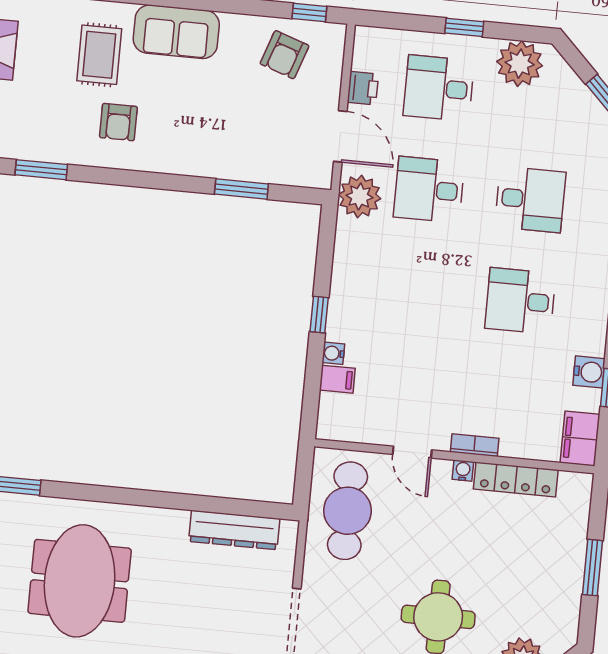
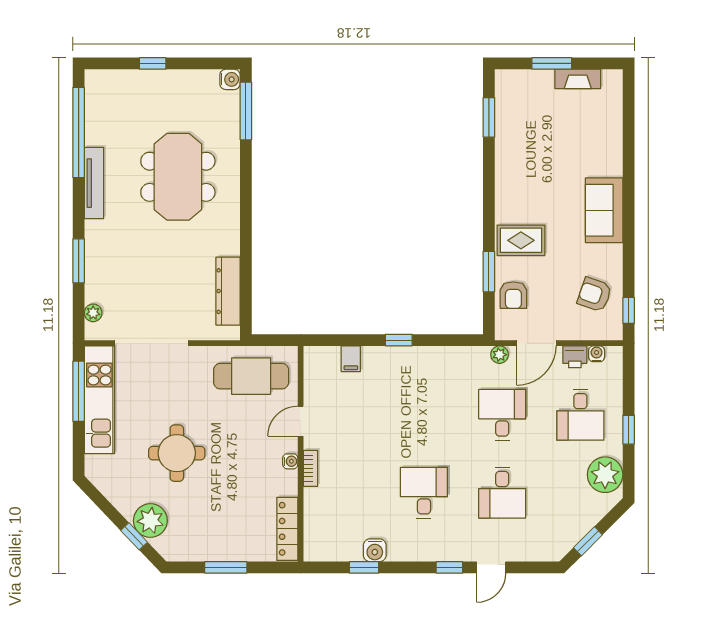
rug: (99, 55) -> (521, 240), moved
desk: (439, 88) -> (580, 415), turned 180
armchair: (118, 122) -> (513, 295), moved, turned -90
plant: (360, 196) -> (500, 355), width x0.53, depth x0.53
water cooler: (333, 353) -> (597, 354), moved
filing cabinet: (580, 438) -> (323, 548), removed
locker: (516, 479) -> (287, 529), moved
meeting table: (80, 581) -> (178, 177), turned 90

